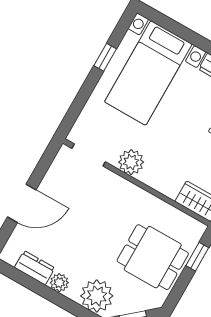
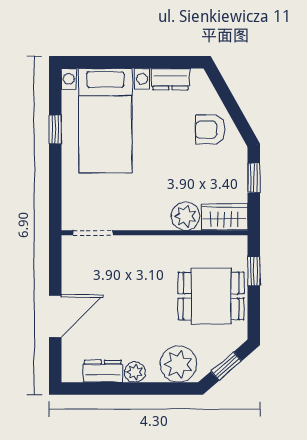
plant: (131, 162) -> (185, 216), moved

